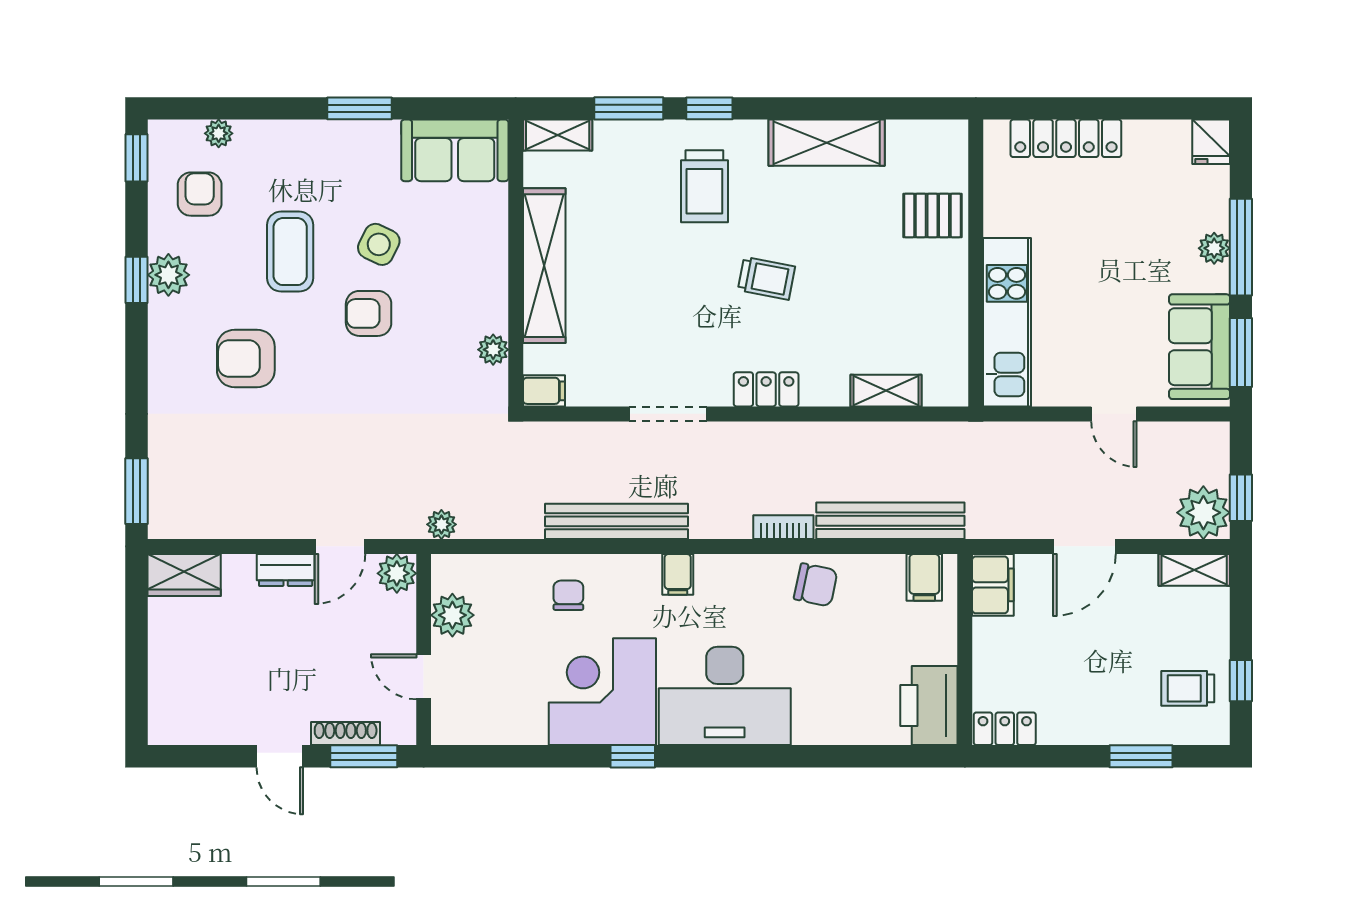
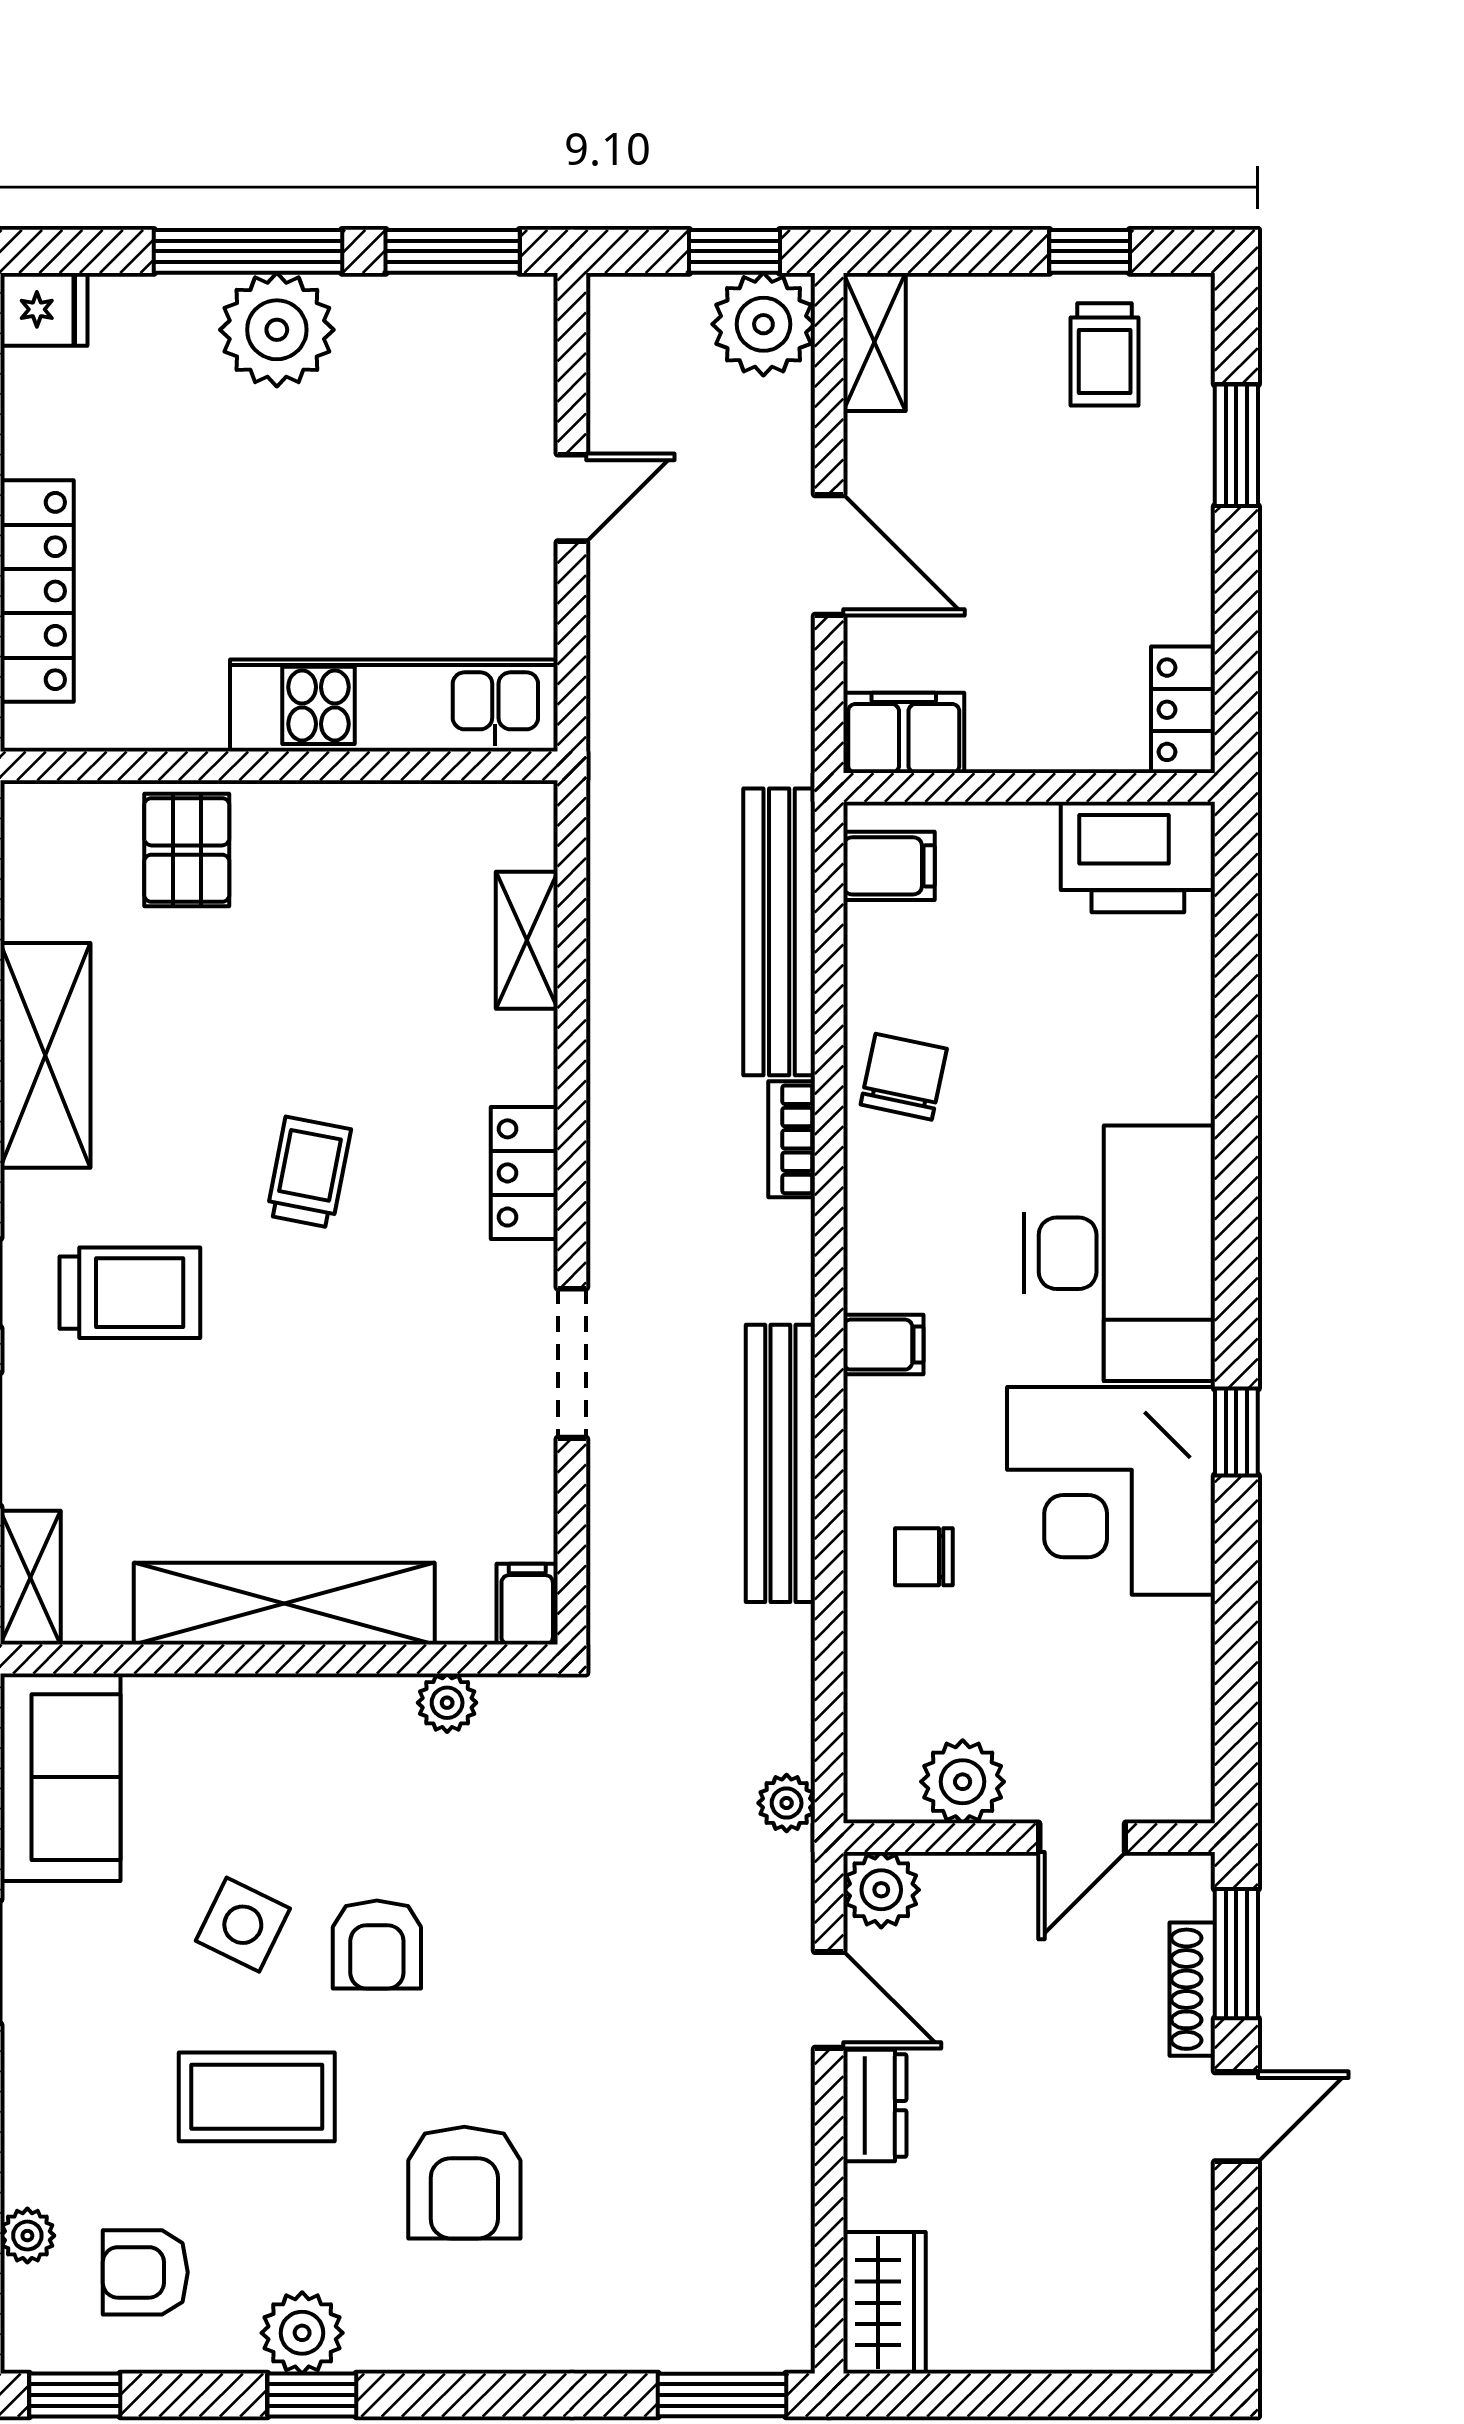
plant: (1214, 248) -> (277, 330), width x1.88, depth x1.88
sofa: (1200, 347) -> (441, 332), removed

